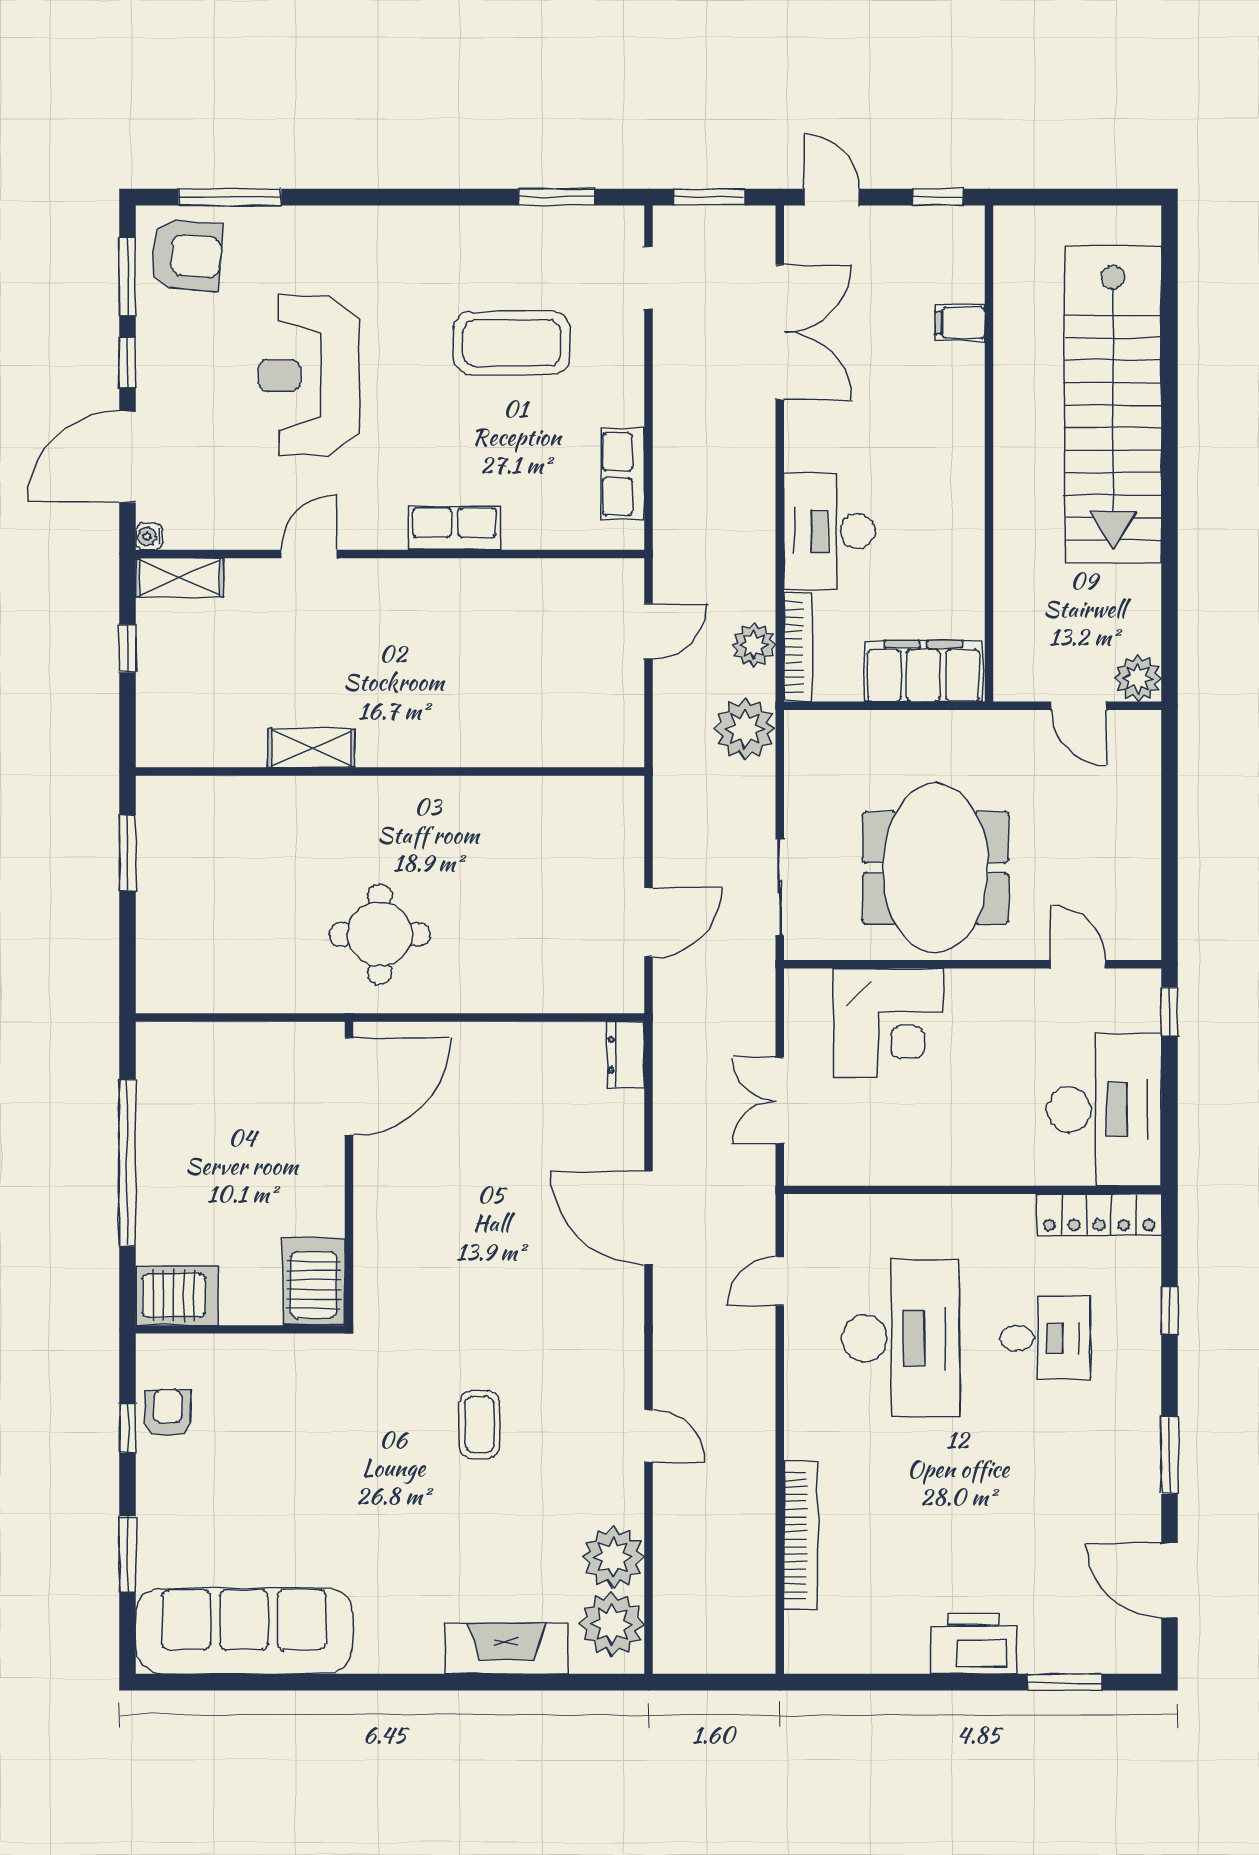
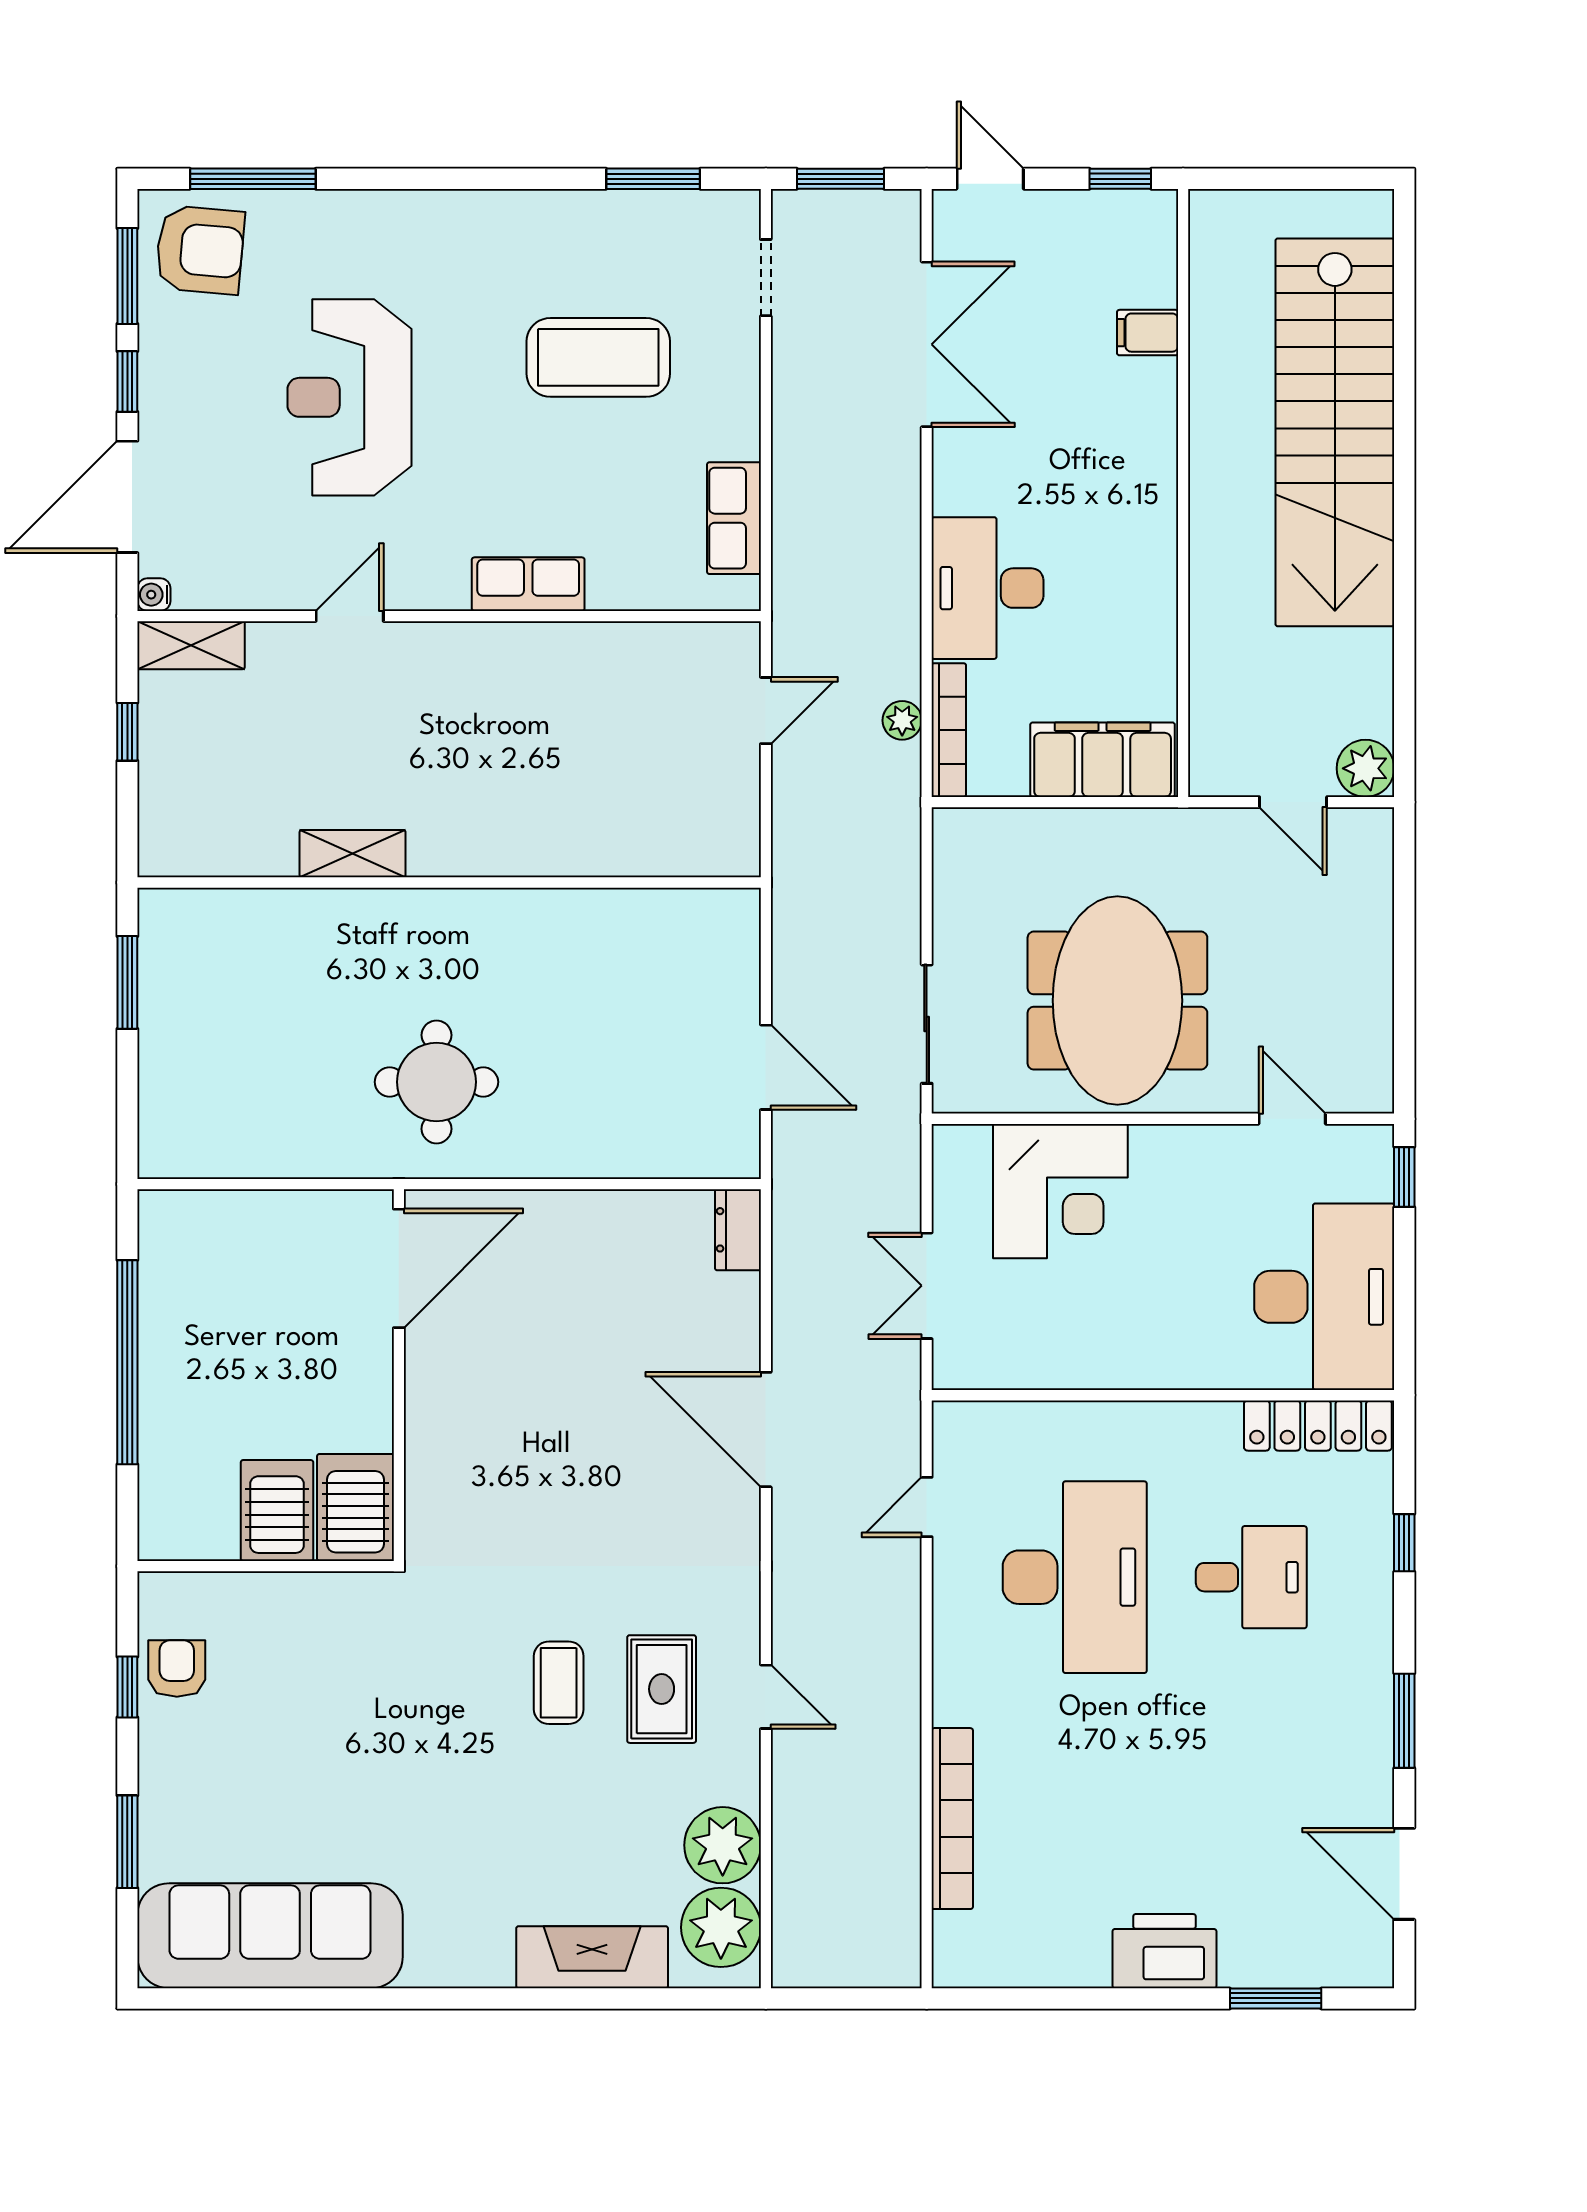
plant: (754, 645) -> (902, 720), width x0.73, depth x0.73
plant: (745, 729) -> (884, 830), removed
door: (649, 922) -> (766, 1067), hinge flipped
server rack: (177, 1295) -> (277, 1511), moved, turned -90
rug: (563, 1430) -> (662, 1689), added

